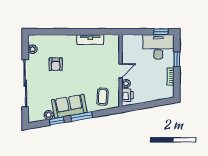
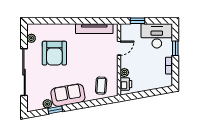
window: (161, 32) -> (137, 21), moved
tv unit: (90, 40) -> (94, 29), width x1.41
armchair: (56, 64) -> (54, 53), width x1.88, depth x1.88
door: (120, 71) -> (119, 48), moved
window: (82, 117) -> (80, 105), removed

